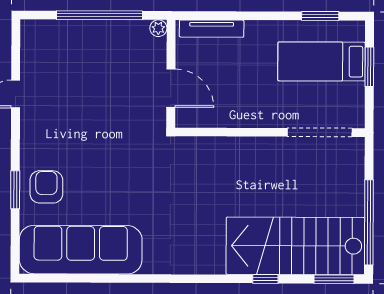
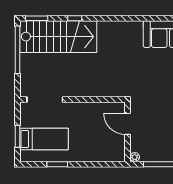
window: (320, 16) -> (57, 164), moved
tv unit: (212, 29) -> (105, 157), removed

